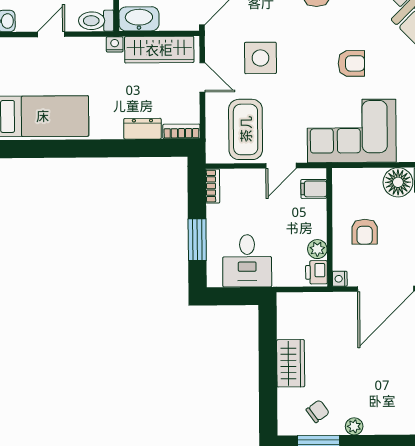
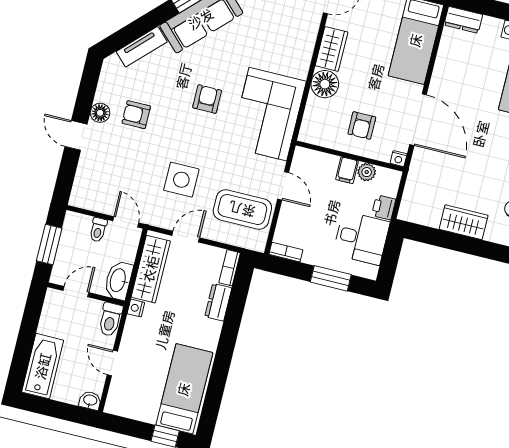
filing cabinet: (314, 189) -> (347, 170), moved
armchair: (365, 232) -> (362, 125), turned 90
printer: (316, 272) -> (384, 207), moved, turned 90

